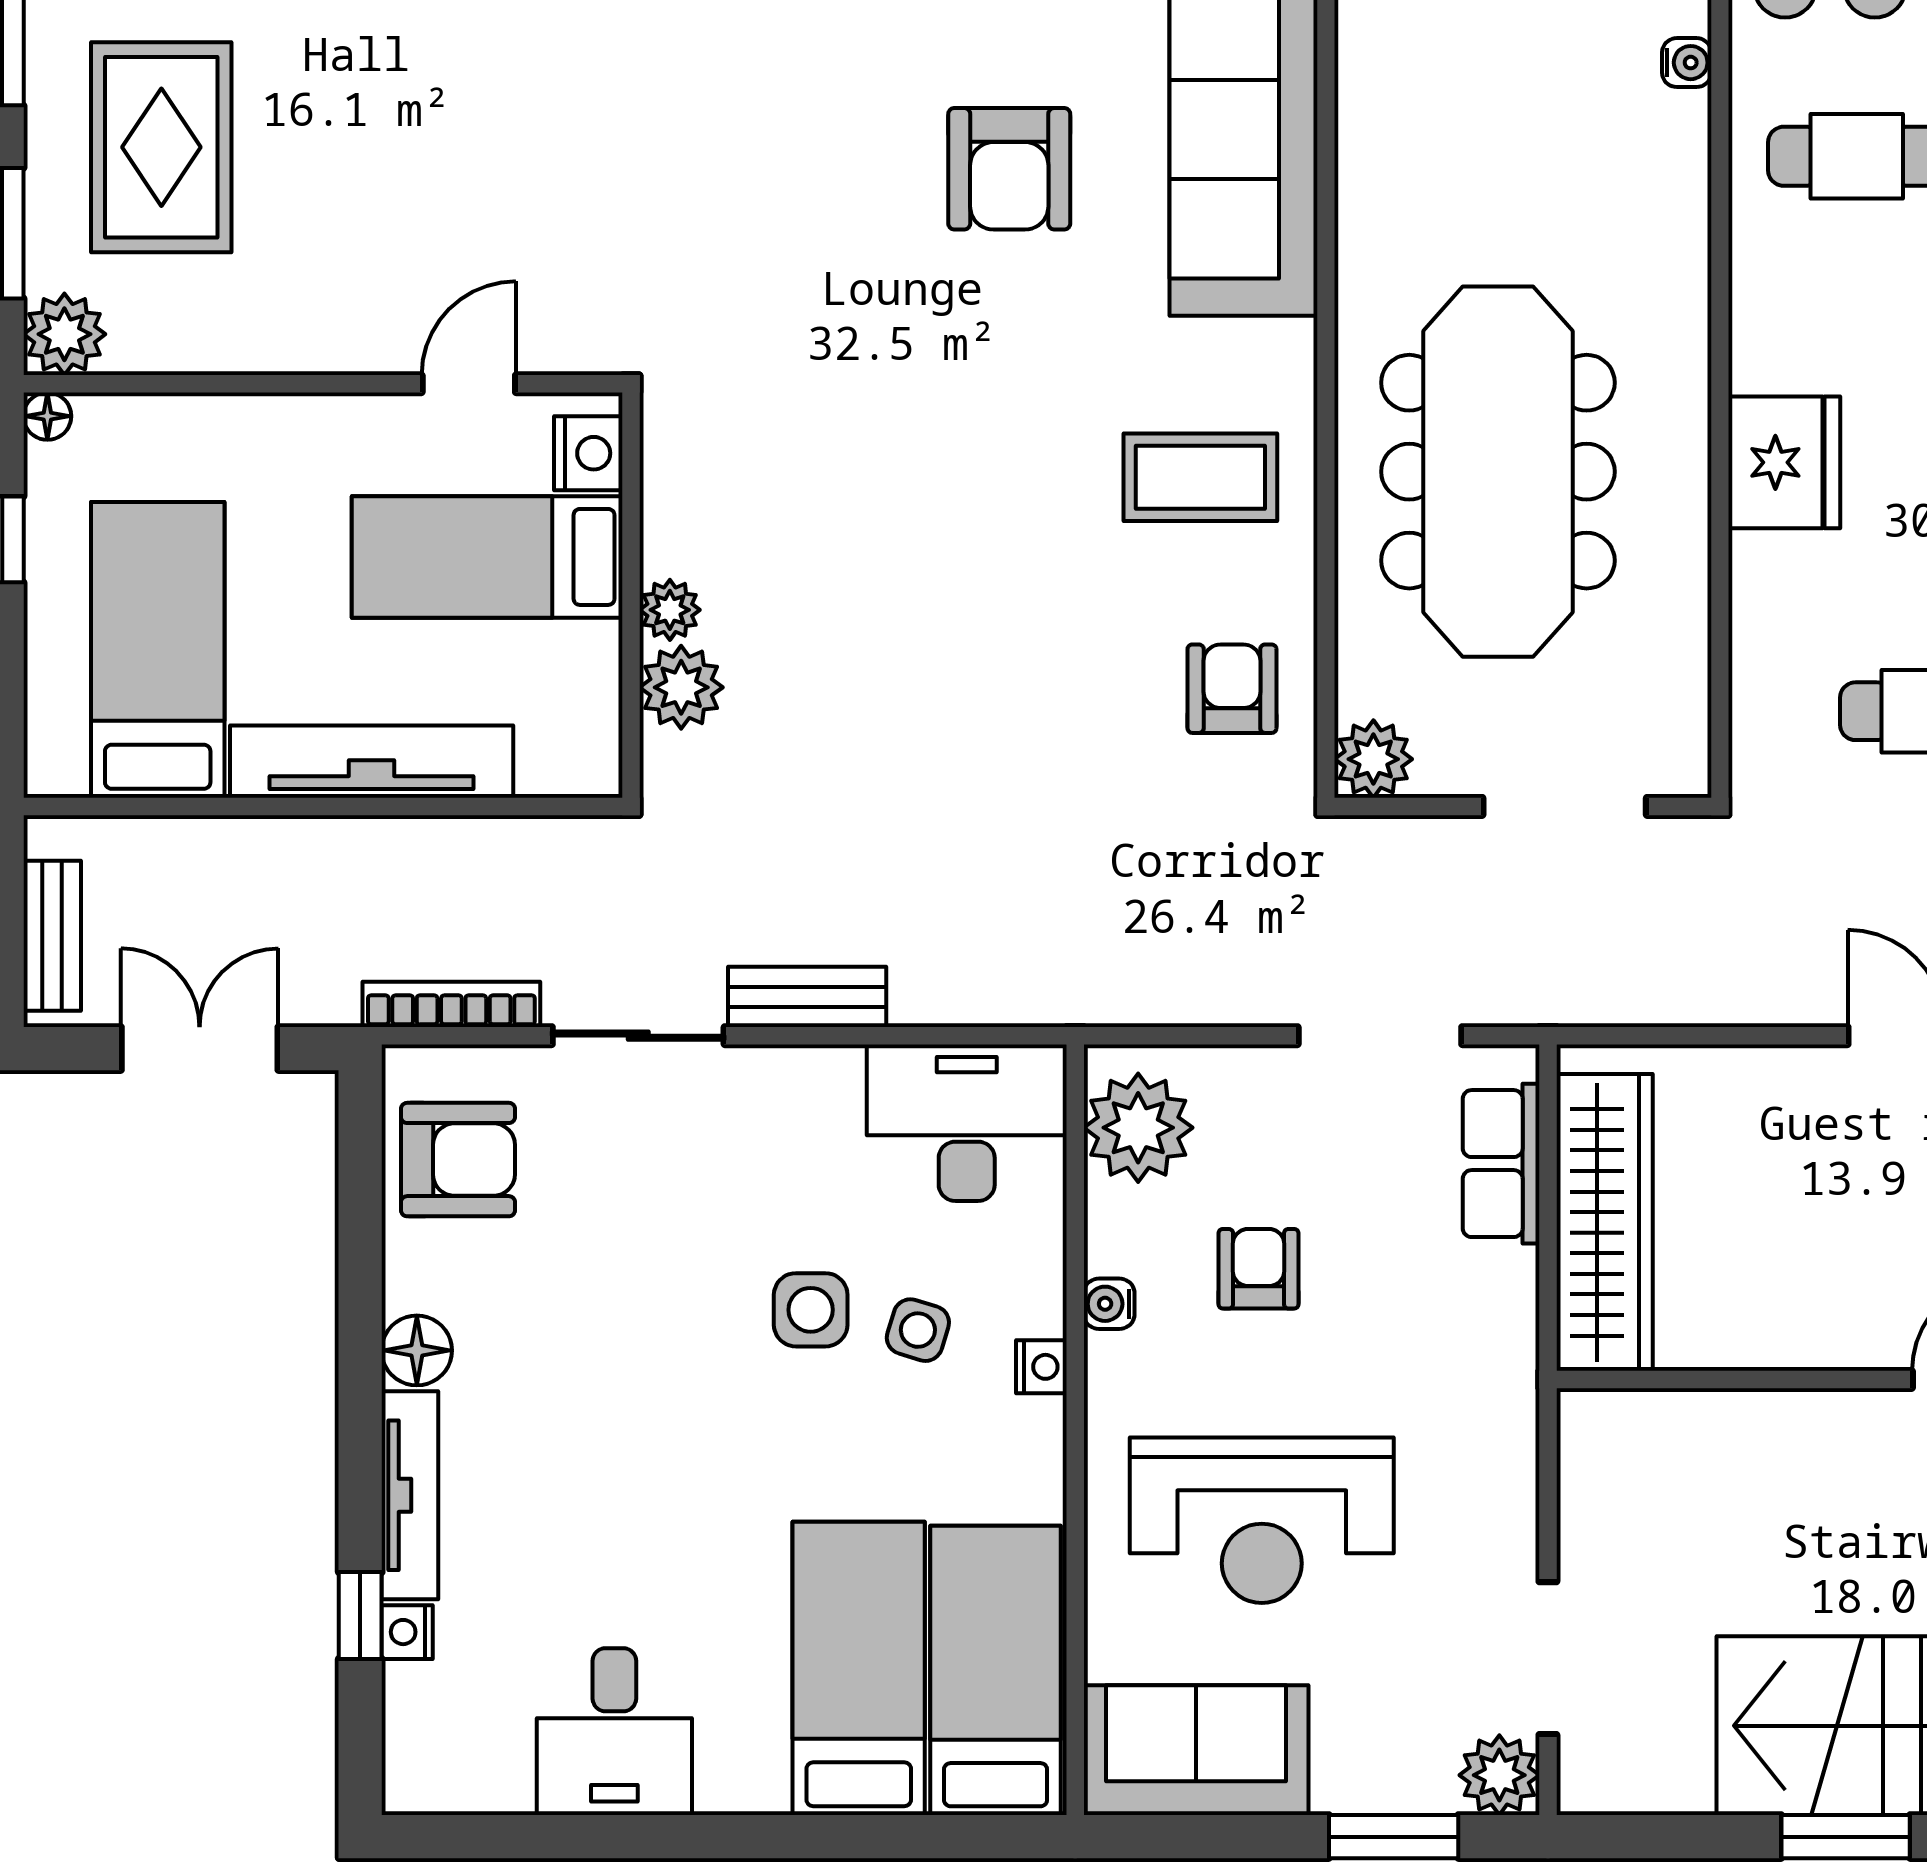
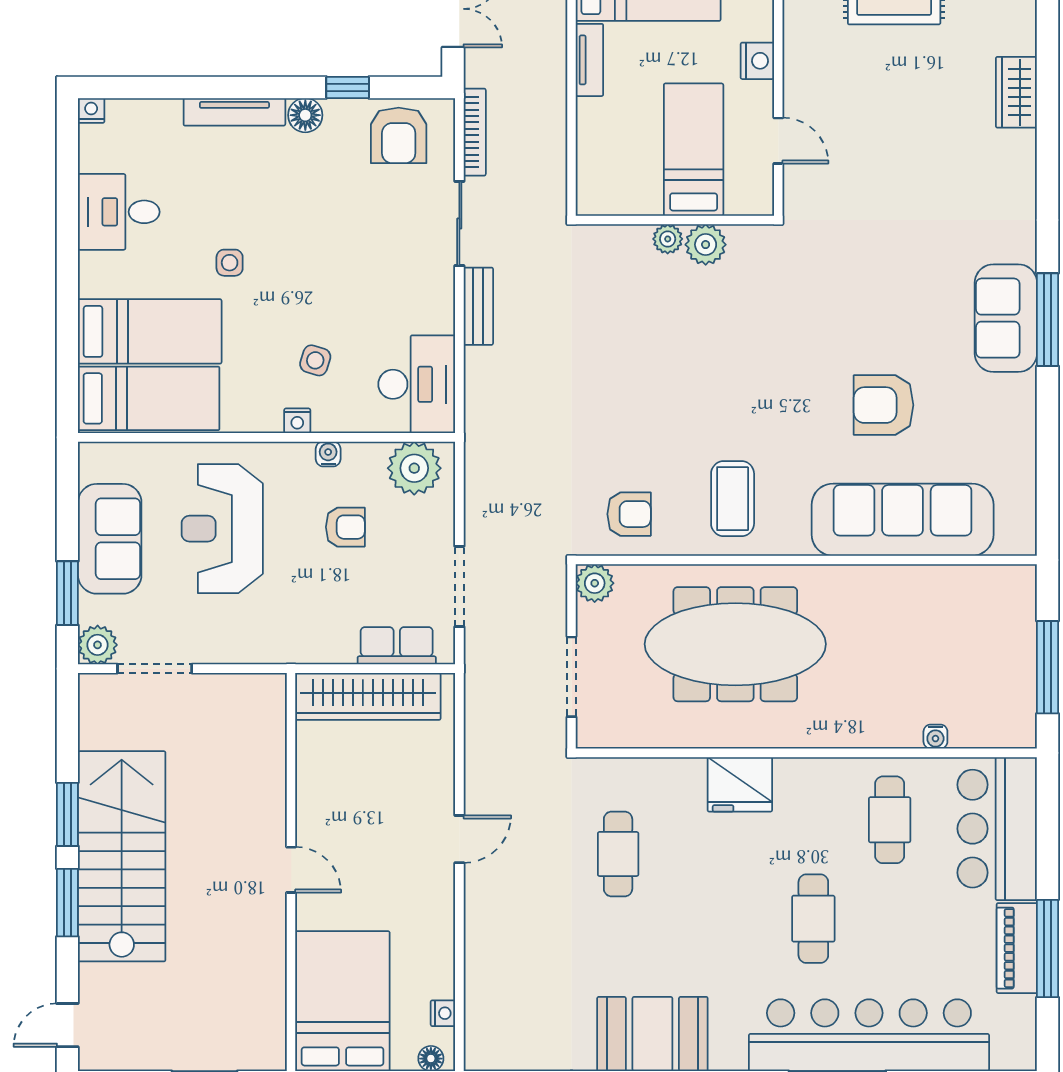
nightstand: (588, 453) -> (757, 61), moved, turned -90
plant: (681, 687) -> (706, 245), moved
tv unit: (372, 762) -> (589, 60), width x0.52, depth x0.78
side table: (811, 1310) -> (230, 263), moved, width x0.73, depth x0.73
window: (360, 1615) -> (348, 88), moved
nightstand: (407, 1632) -> (91, 110), moved
sofa: (1196, 1750) -> (110, 539), moved

